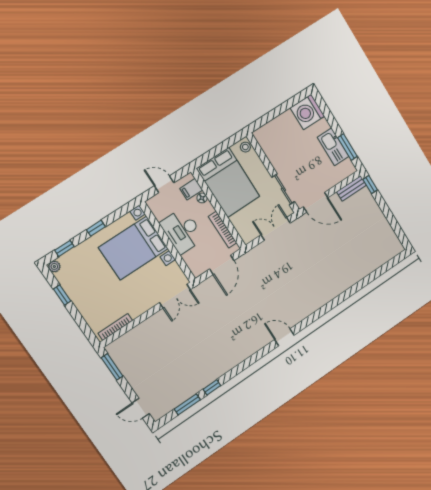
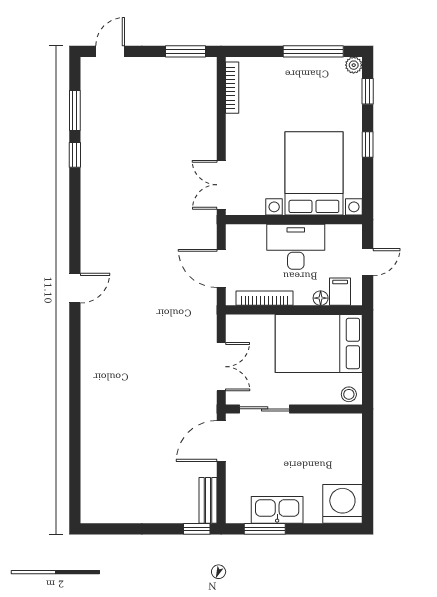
window: (62, 295) -> (313, 51), width x2.17

